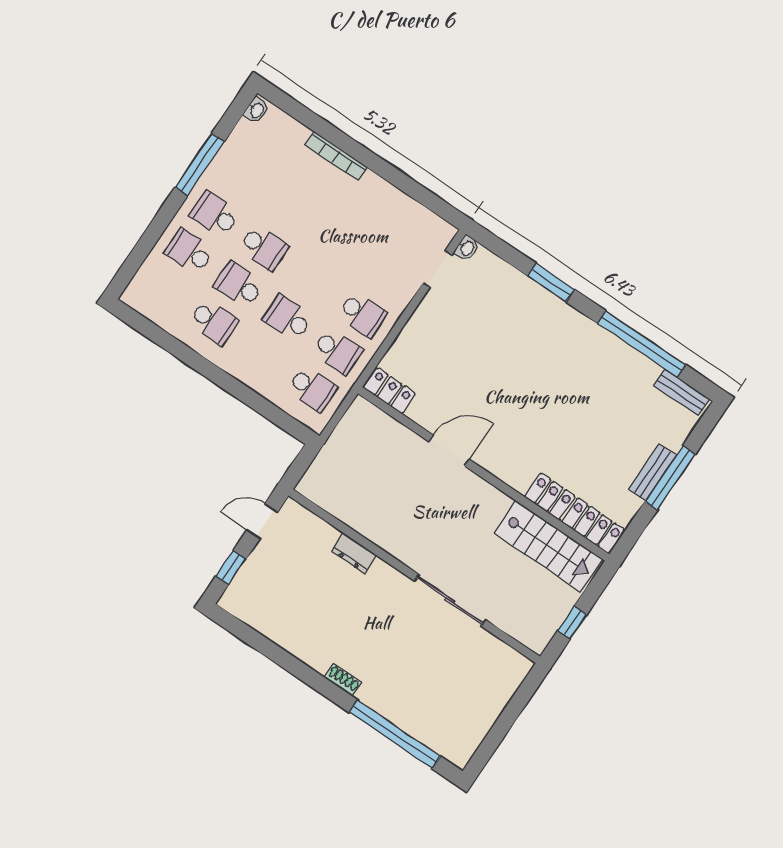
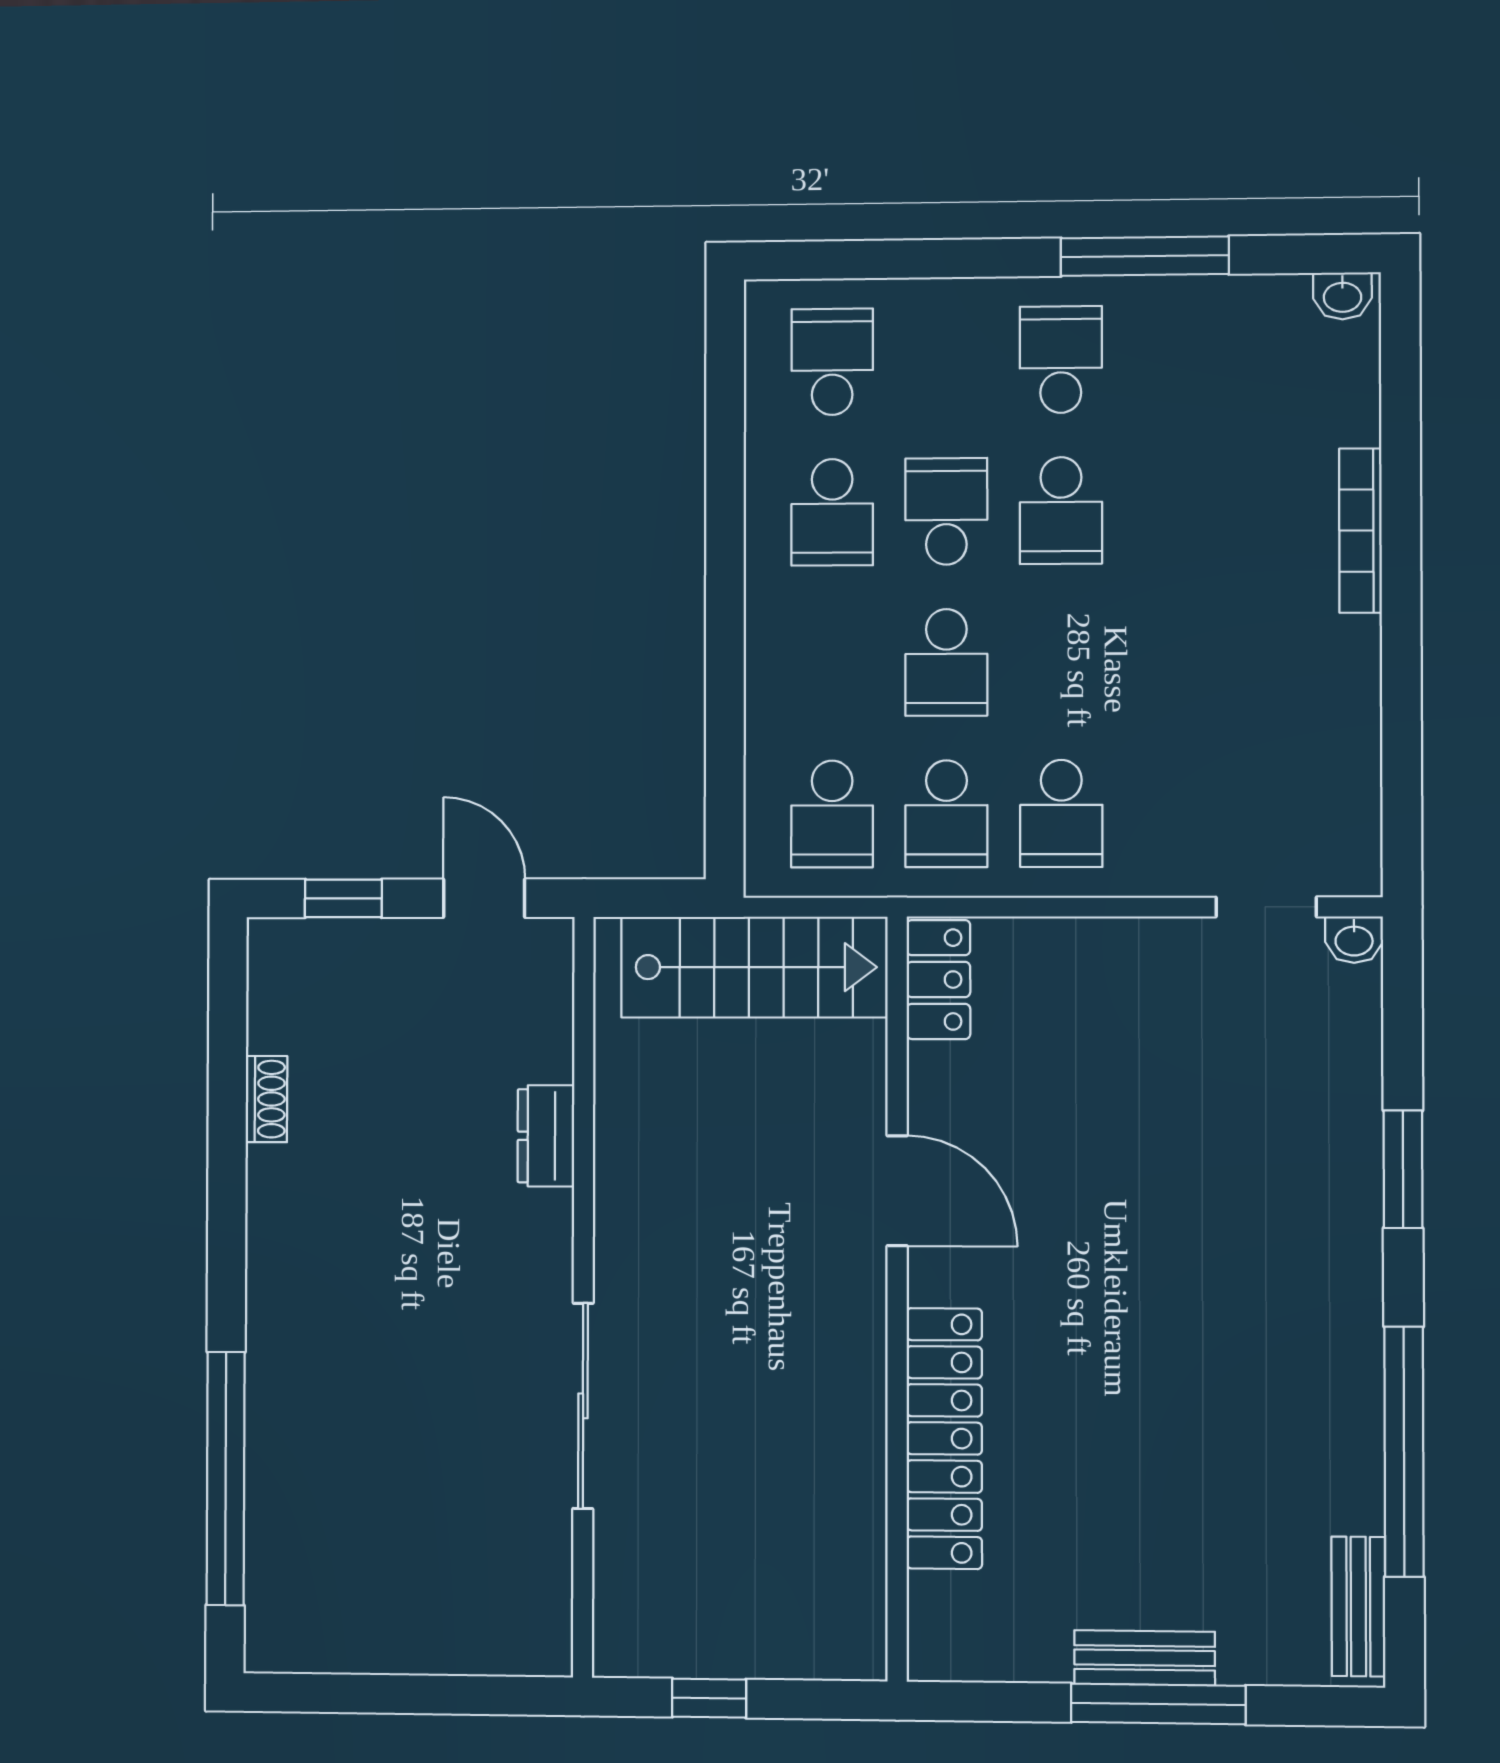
school desk: (190, 252) -> (832, 362), moved
school desk: (288, 318) -> (946, 662), turned 180
locker: (574, 513) -> (944, 1438), moved
stairs: (548, 546) -> (754, 967), moved, turned -90
shoe rack: (343, 680) -> (266, 1099), moved

